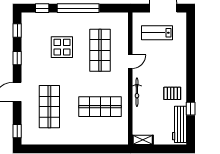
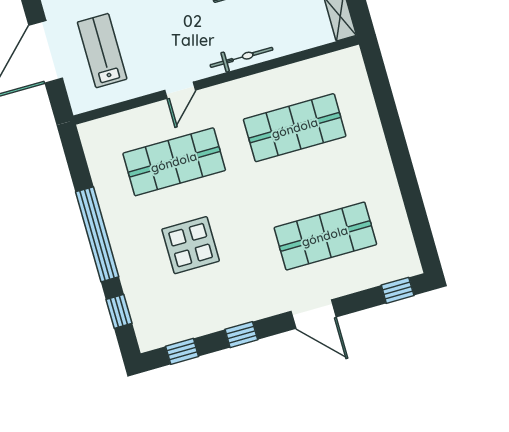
lab bench: (157, 33) -> (102, 51), turned 180
door: (130, 62) -> (180, 90), swing flipped
shop shelf: (100, 107) -> (295, 128), turned 90

